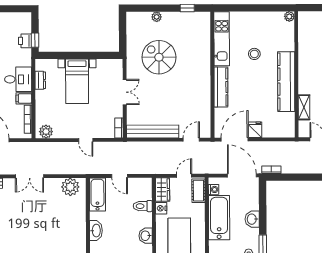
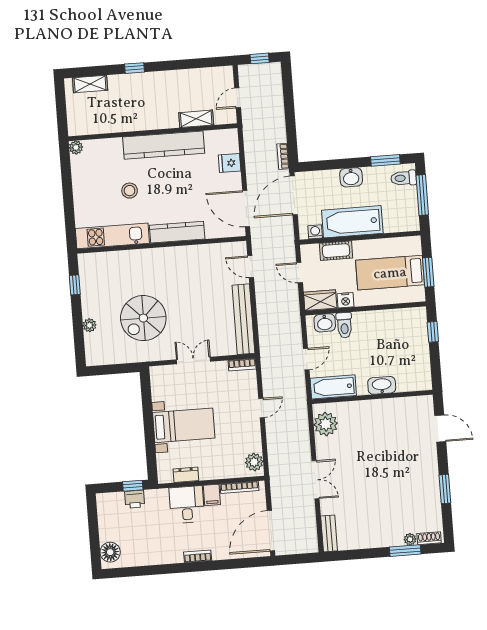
fridge: (255, 130) -> (230, 163), moved
cot: (198, 191) -> (336, 251), moved
washbasin: (146, 236) -> (325, 323), moved

